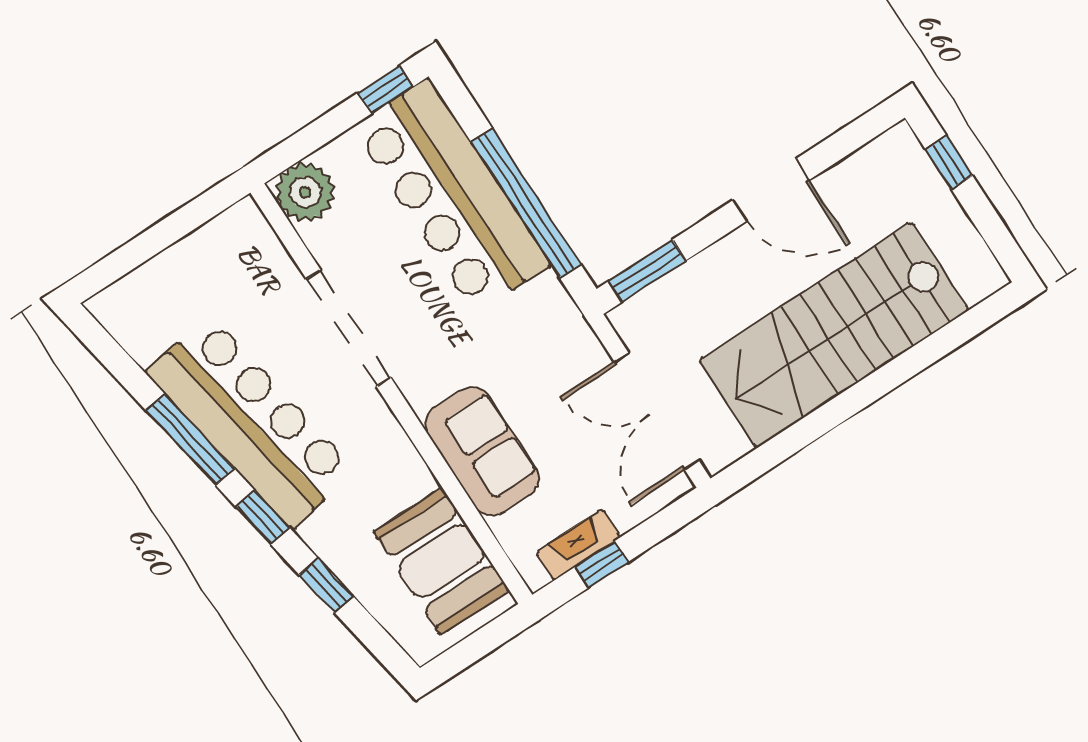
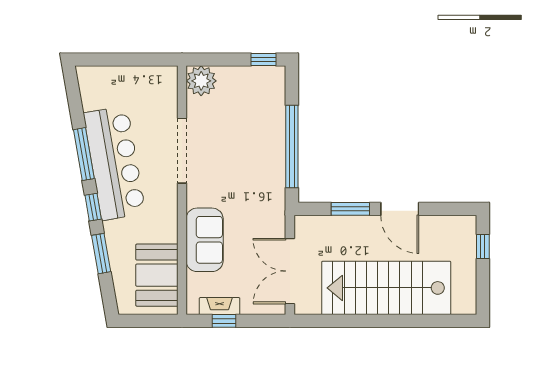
bar counter: (452, 196) -> (262, 123), removed
window: (647, 271) -> (350, 209), moved
window: (326, 585) -> (101, 254), width x1.50

